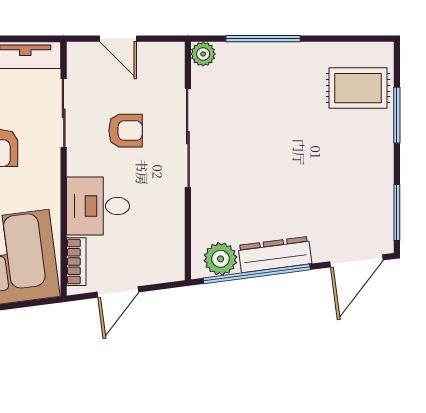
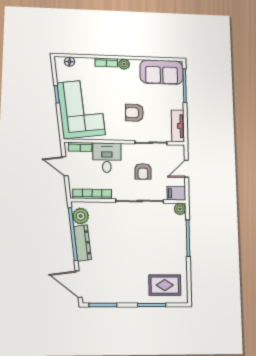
filing cabinet: (170, 61) -> (176, 193), added
rug: (358, 88) -> (165, 285), turned 90
bookcase: (175, 236) -> (92, 194), added

